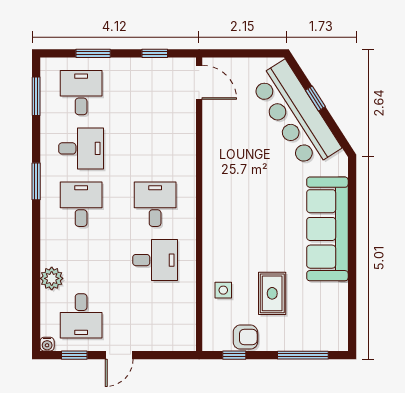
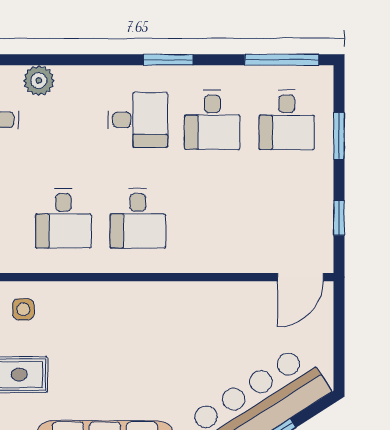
desk: (81, 93) -> (287, 120), turned 90
window: (36, 96) -> (282, 60), width x1.44
desk: (155, 204) -> (138, 218), turned 90

